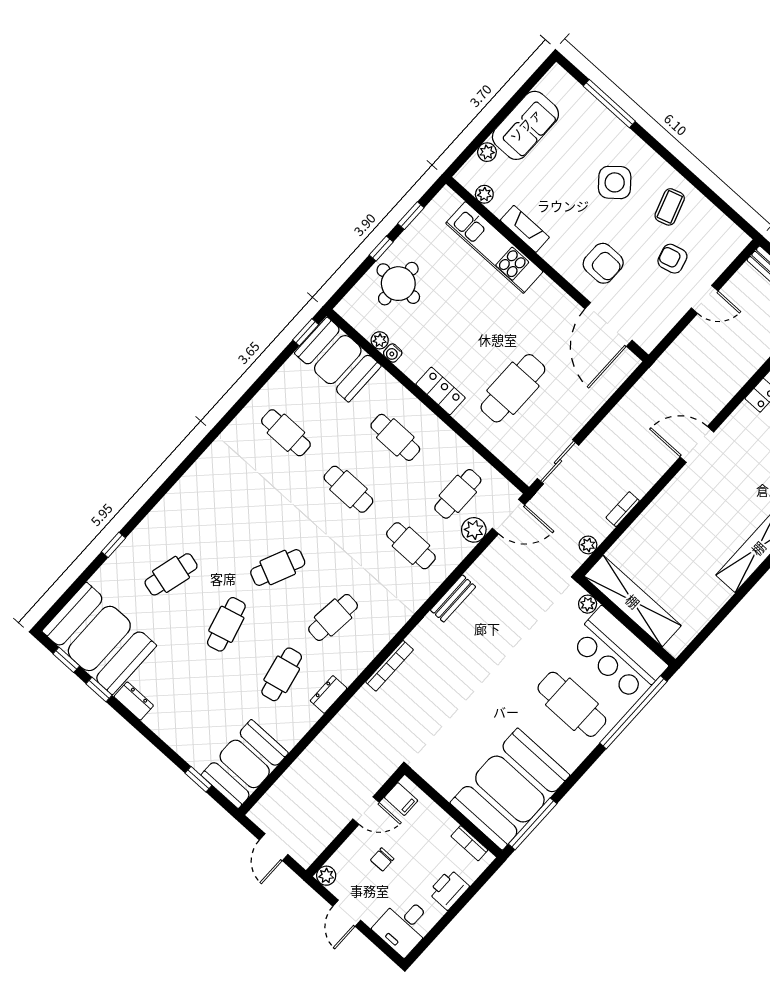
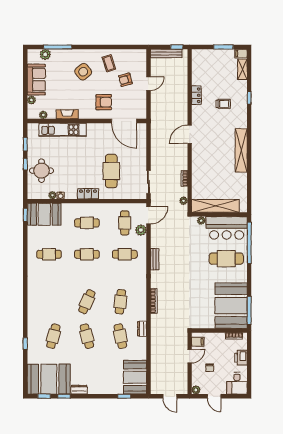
plant: (578, 97) -> (45, 54), added

